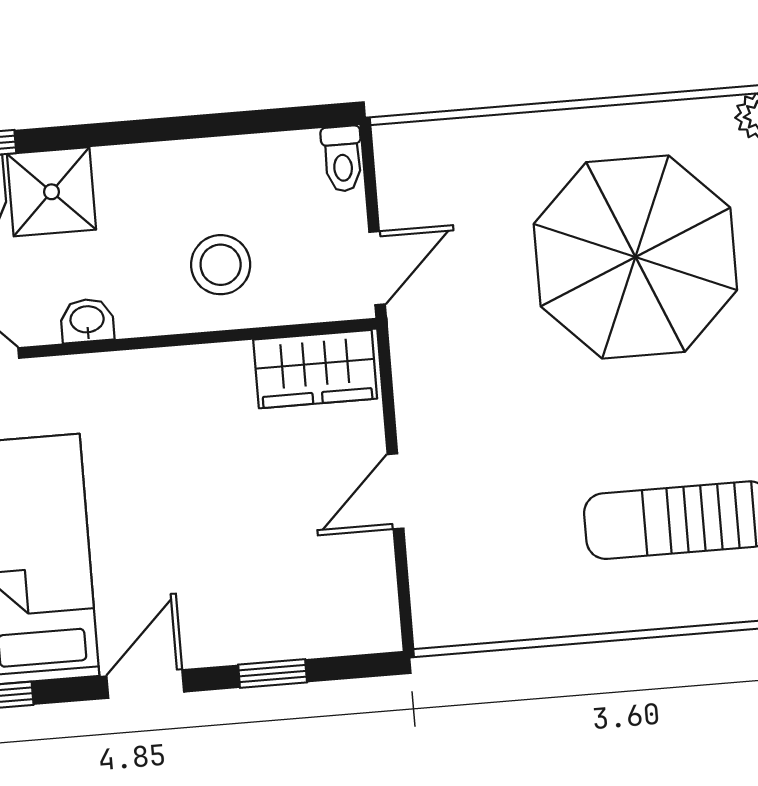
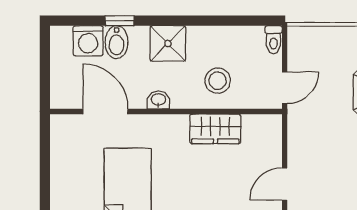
shower: (52, 192) -> (168, 44), moved
wardrobe: (315, 369) -> (215, 129), moved

